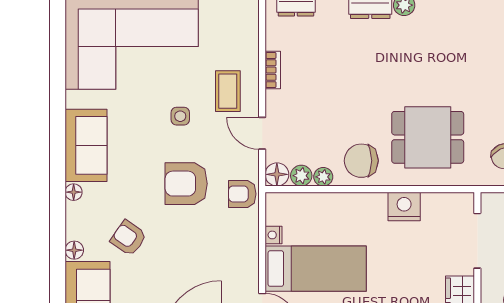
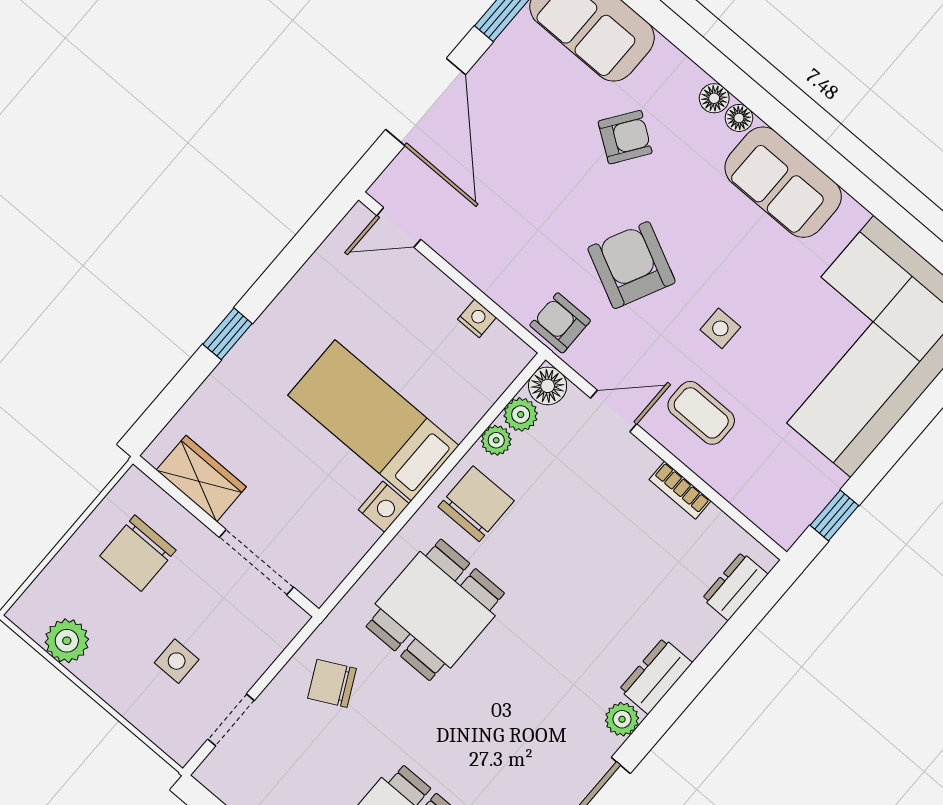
armchair: (186, 184) -> (631, 265), turned -64
armchair: (242, 194) -> (560, 323), turned -90
nightstand: (404, 207) -> (384, 507), width x0.74, depth x0.75
floor lamp: (74, 250) -> (714, 98), moved
bed: (316, 269) -> (373, 420), moved, turned 90

